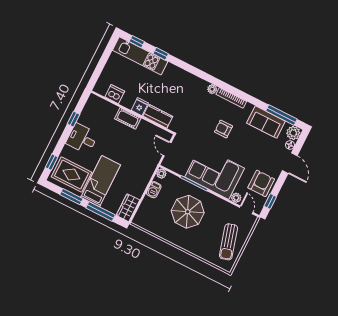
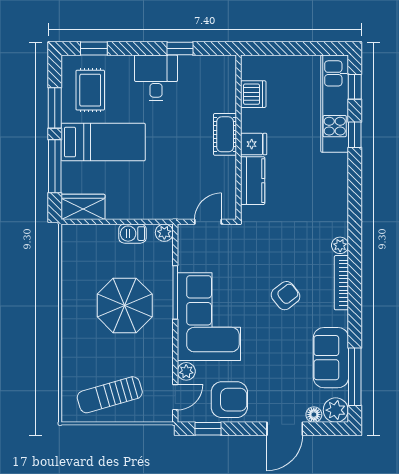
armchair: (223, 129) -> (286, 296), turned 52
rug: (71, 174) -> (90, 90), width x0.73, depth x0.70

